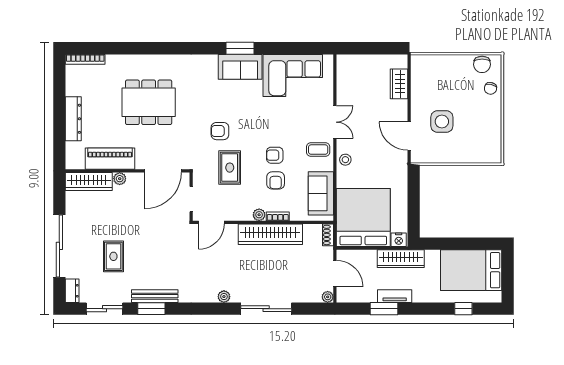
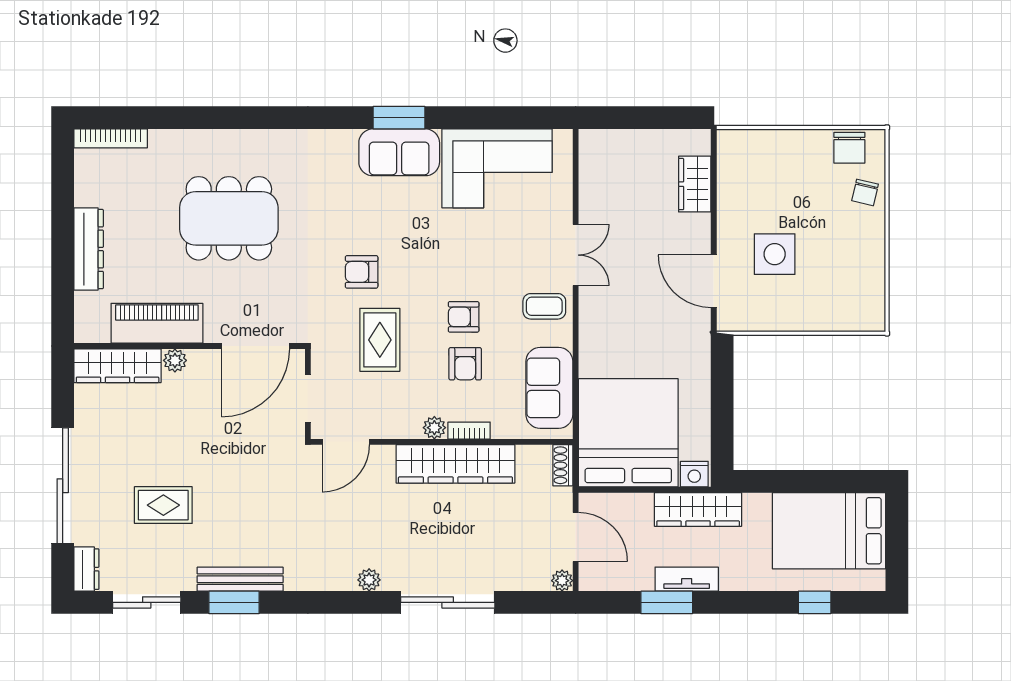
stool: (345, 160) -> (595, 325), removed
rug: (113, 256) -> (163, 505), turned 90

